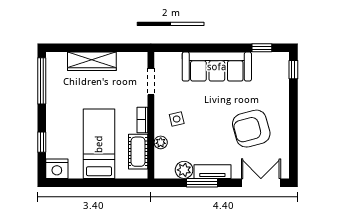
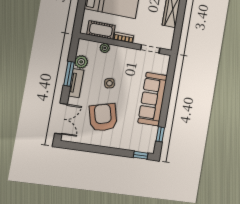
side table: (177, 119) -> (109, 83), moved

